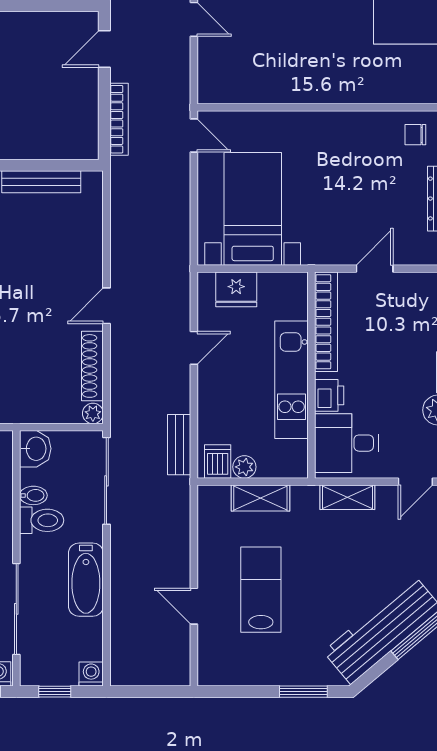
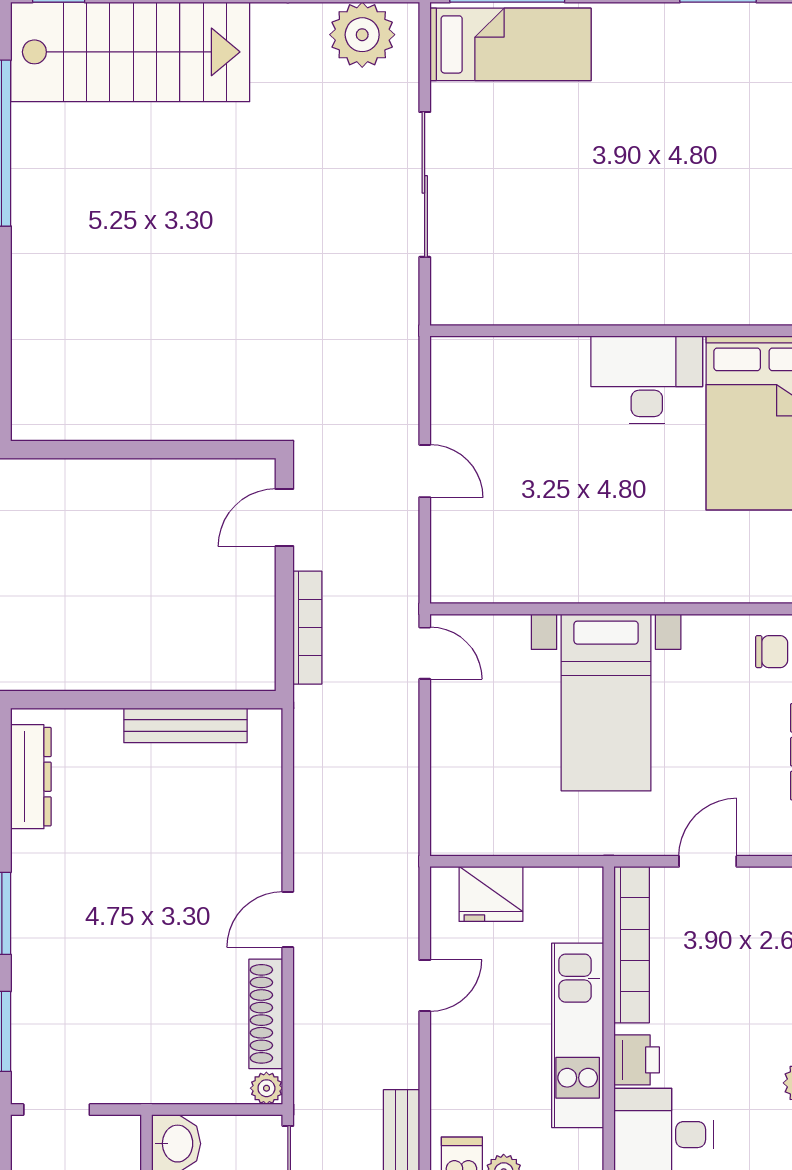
chair: (415, 135) -> (772, 652), turned 180
bed with nightstands: (253, 209) -> (606, 702), moved, turned 180

